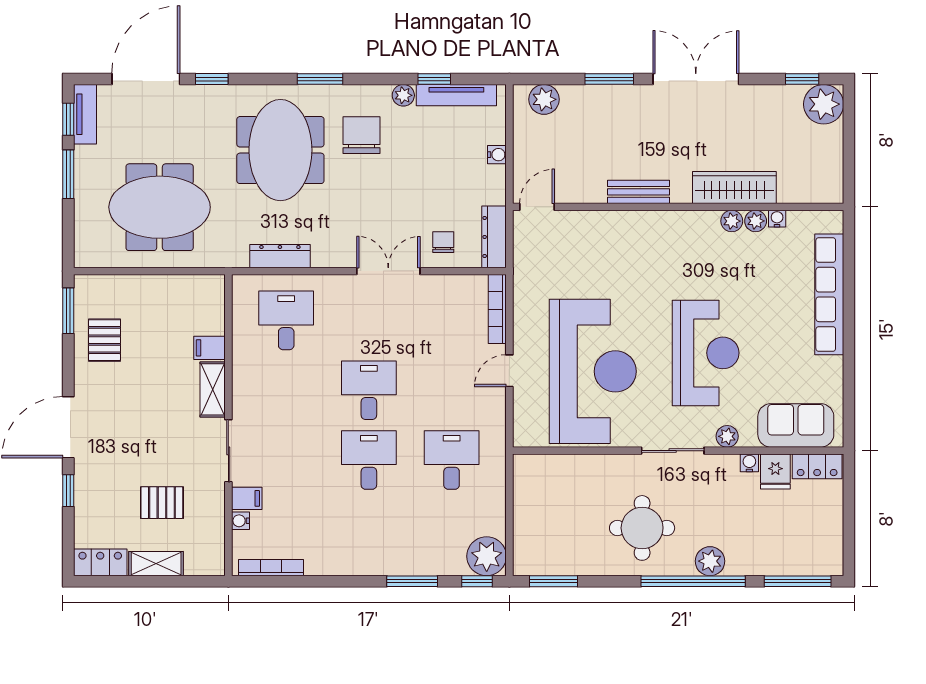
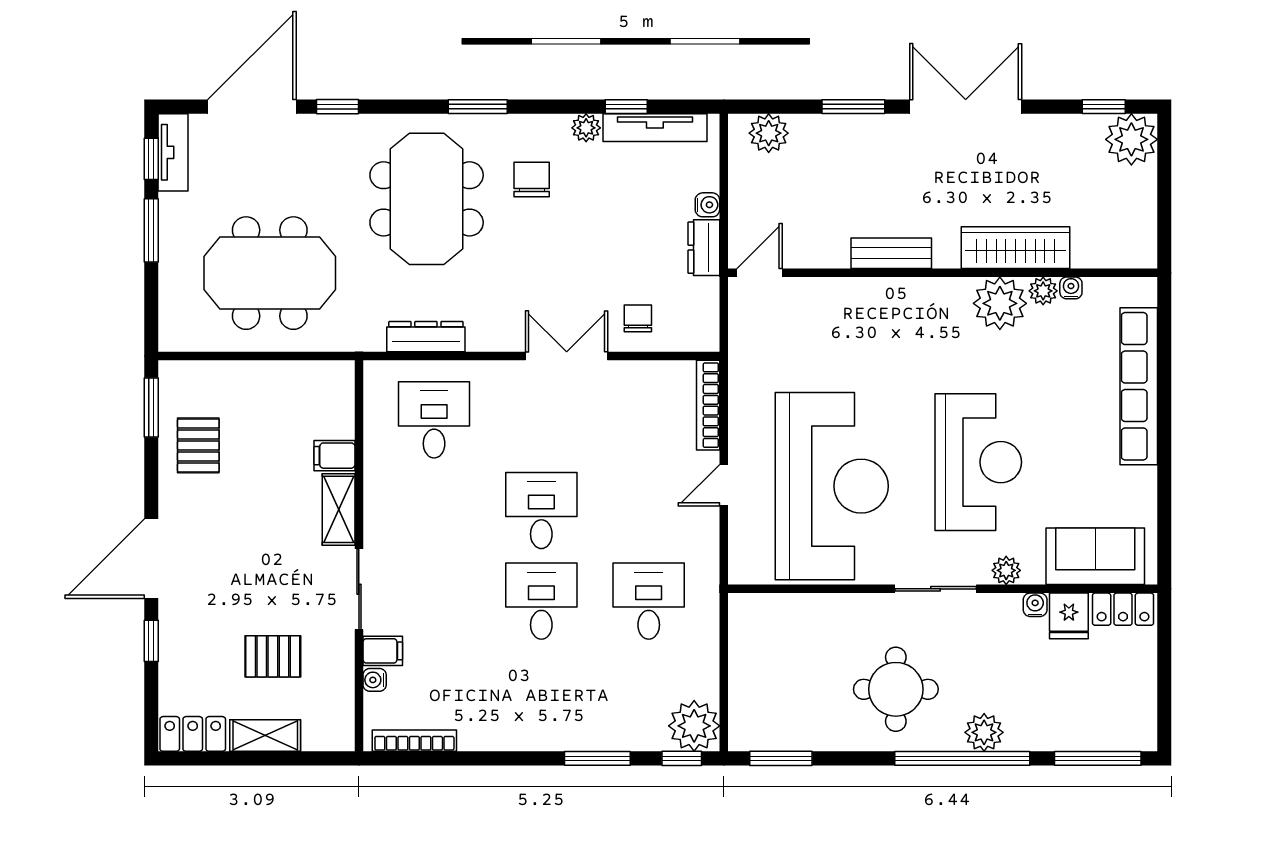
chair: (361, 135) -> (532, 180), width x0.73, depth x0.73
plant: (732, 221) -> (1000, 303), width x1.88, depth x1.88
dresser: (494, 237) -> (704, 248), moved, width x0.70

